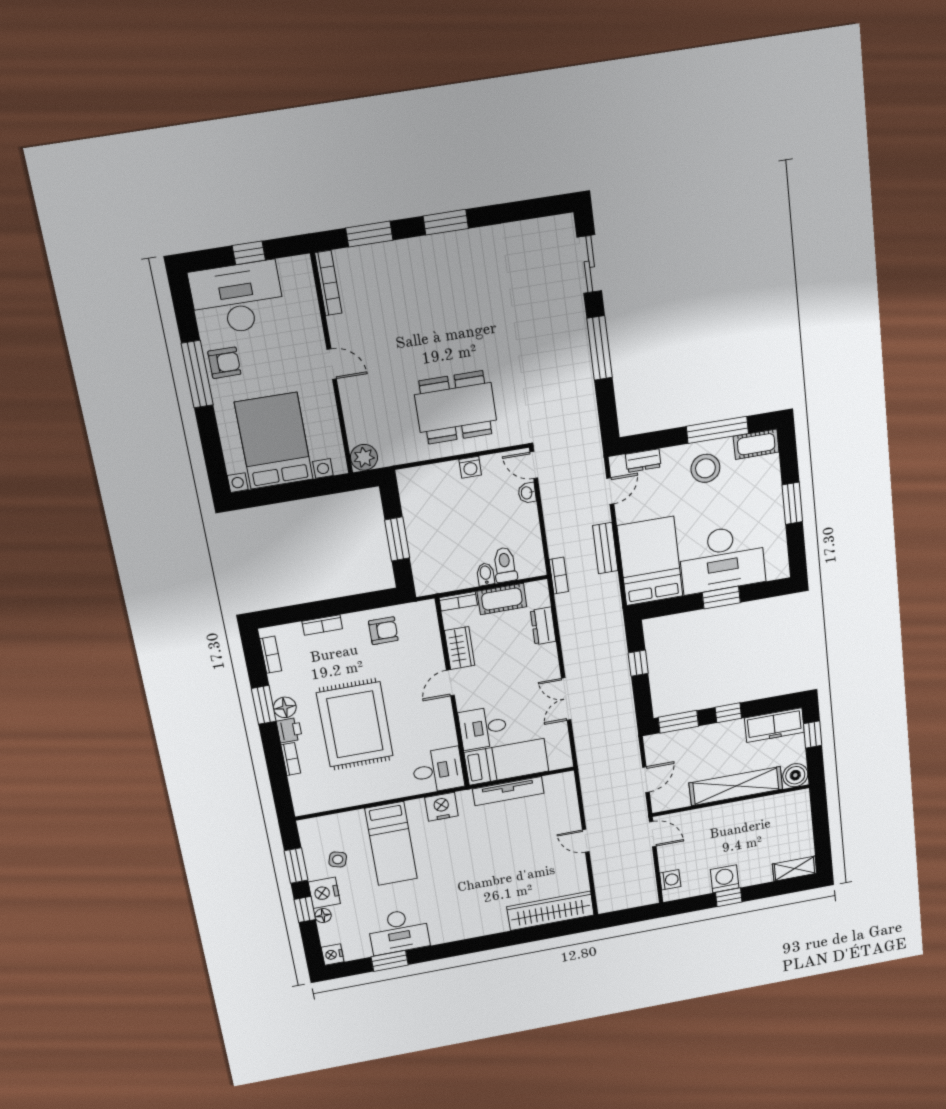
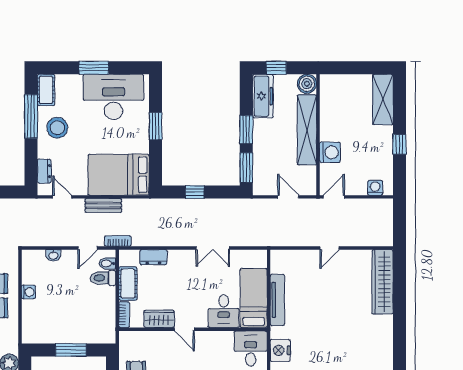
door: (534, 465) -> (88, 248), moved
desk: (722, 559) -> (113, 97), moved, turned -90
bidet: (486, 574) -> (107, 263), moved
window: (728, 713) -> (246, 130), width x1.50
shelving: (795, 869) -> (383, 99), width x1.50, depth x1.33
washing machine: (725, 879) -> (330, 152), moved, turned 180

